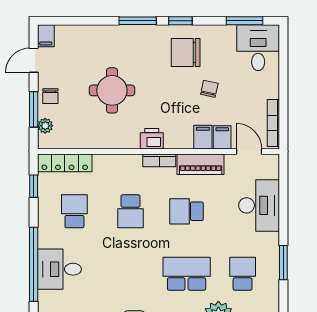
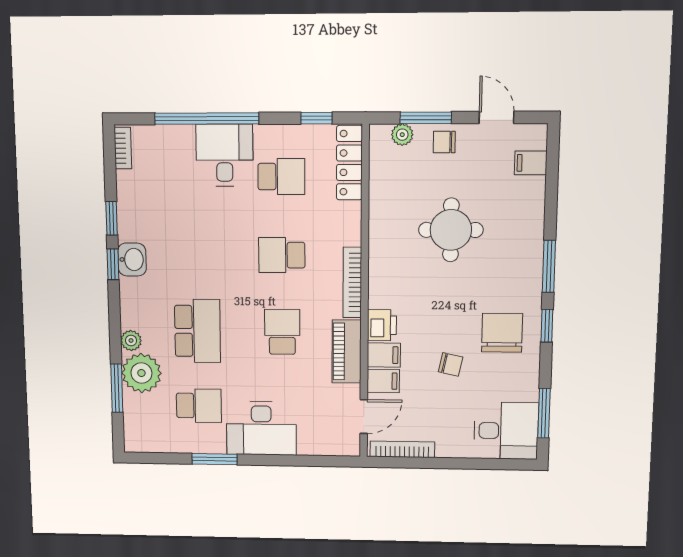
filing cabinet: (46, 36) -> (531, 163), moved
printer: (152, 139) -> (382, 325), moved
bookcase: (159, 160) -> (352, 283), width x1.56
desk: (259, 205) -> (261, 428), moved
desk: (59, 269) -> (225, 155), moved

